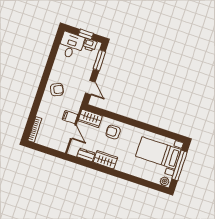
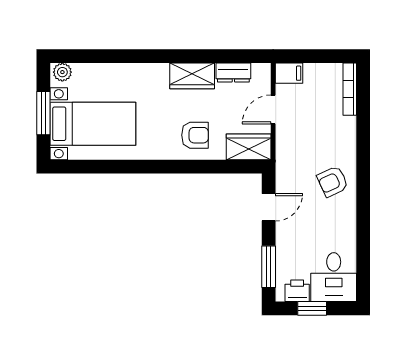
door: (90, 88) -> (269, 207), swing flipped
filing cabinet: (70, 117) -> (289, 73), moved
door: (73, 132) -> (273, 109), hinge flipped
window: (180, 165) -> (43, 113), width x0.69

